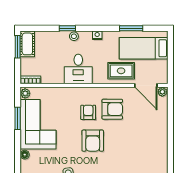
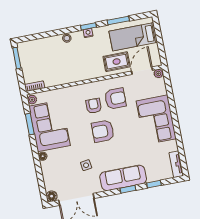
window: (67, 28) -> (88, 26), moved
cot: (27, 44) -> (25, 54), removed
desk: (78, 69) -> (77, 68), removed
door: (146, 85) -> (142, 71), swing flipped
corner sofa: (151, 140) -> (156, 120), added
armchair: (93, 141) -> (103, 131), turned 90

